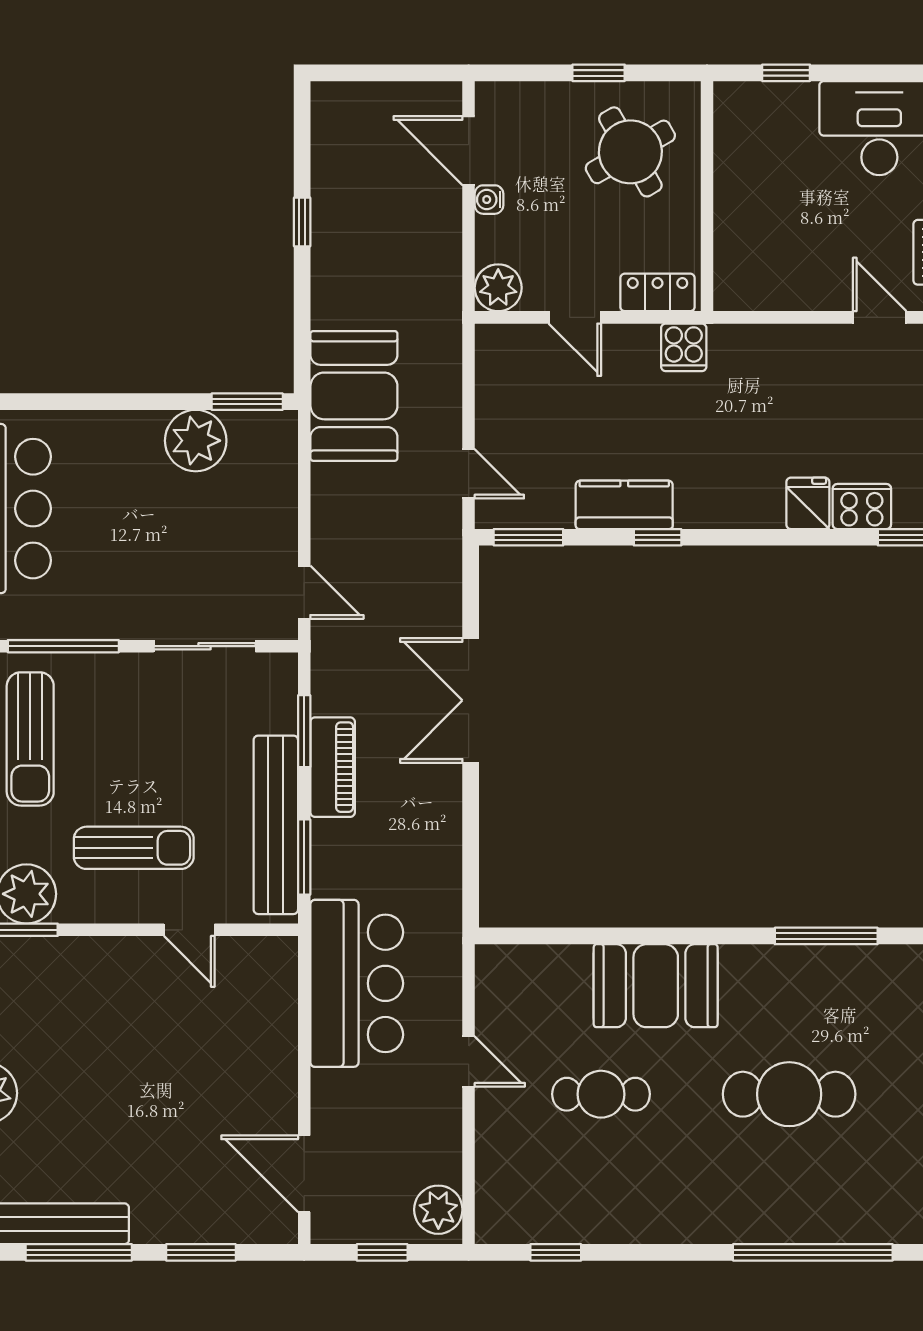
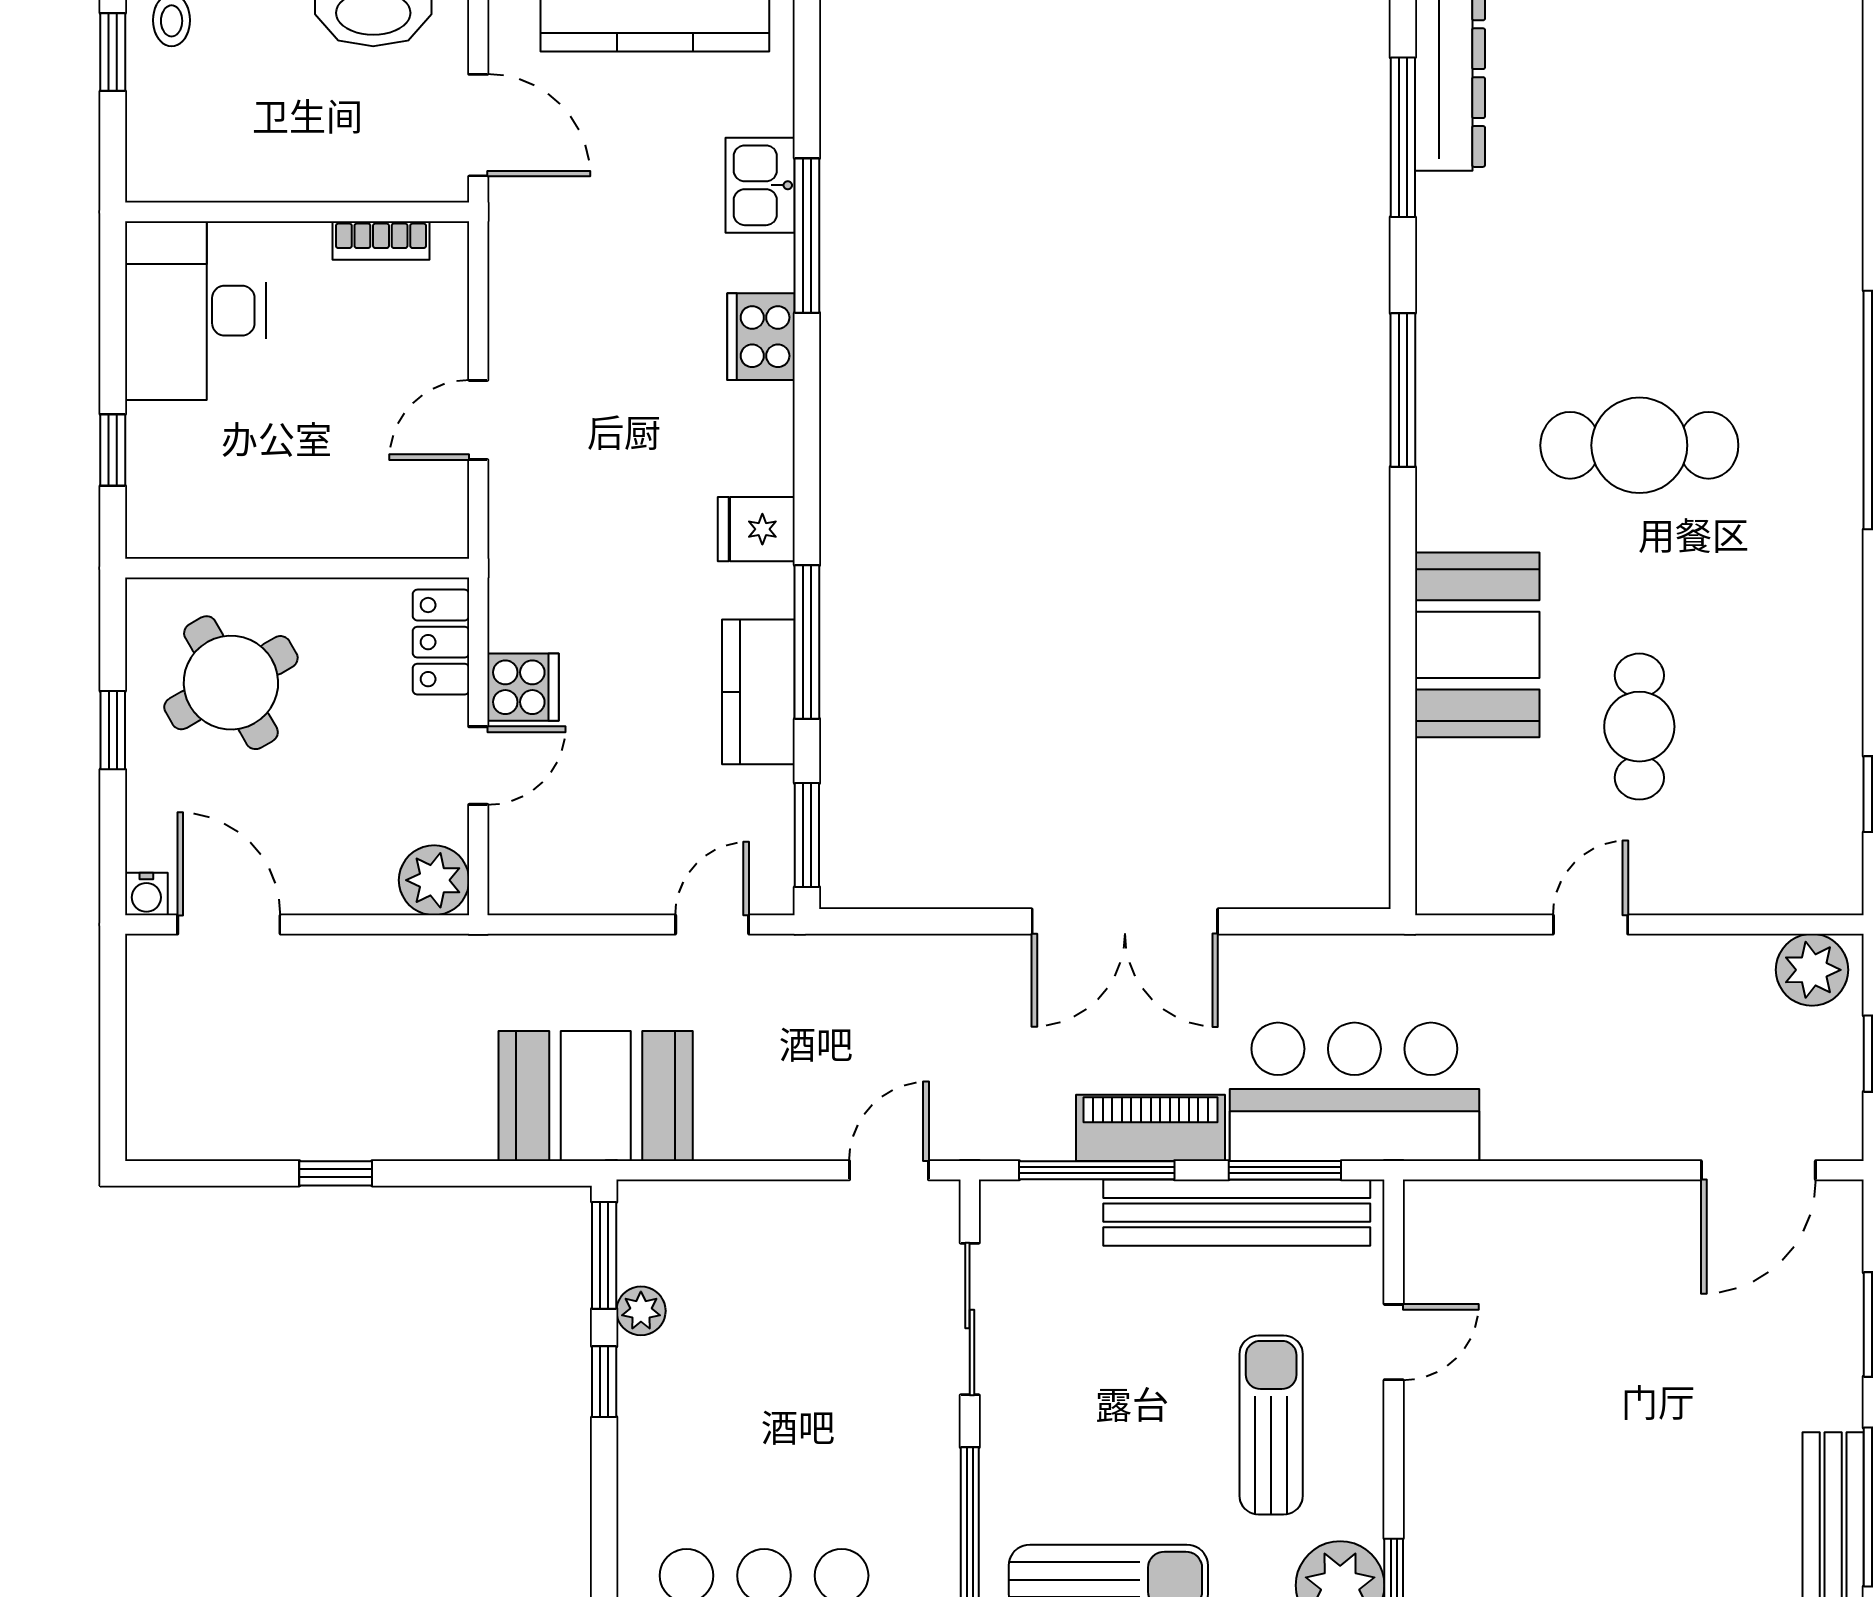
door: (469, 151) -> (229, 924), swing flipped
water cooler: (489, 200) -> (146, 894), moved
door: (880, 317) -> (478, 420), moved
cooker: (684, 347) -> (523, 687), moved
window: (163, 402) -> (604, 1382), added
plant: (196, 441) -> (641, 1311), width x0.53, depth x0.53
fridge: (808, 503) -> (756, 529), moved
window: (658, 537) -> (807, 642), width x2.17
double door: (471, 700) -> (1125, 921), moved
window: (304, 731) -> (1097, 1170), width x1.44
bar counter: (357, 983) -> (1354, 1092), moved
cafe table: (789, 1094) -> (1639, 445), turned 90

